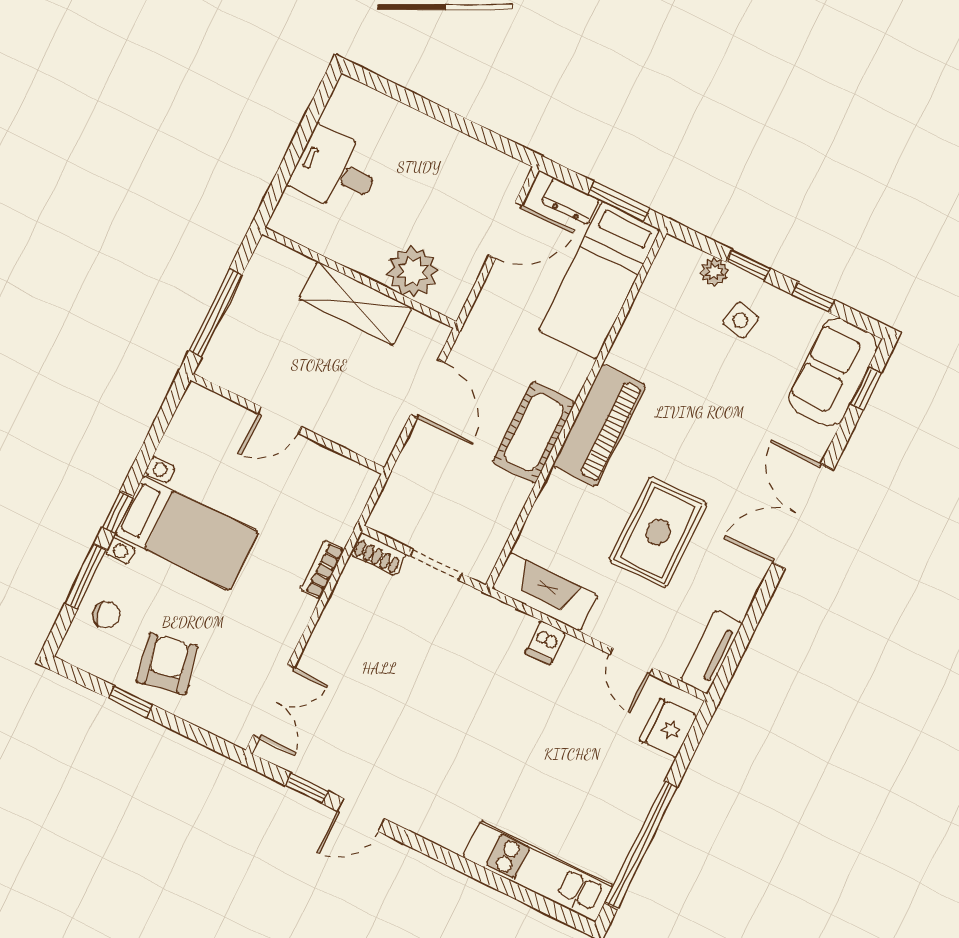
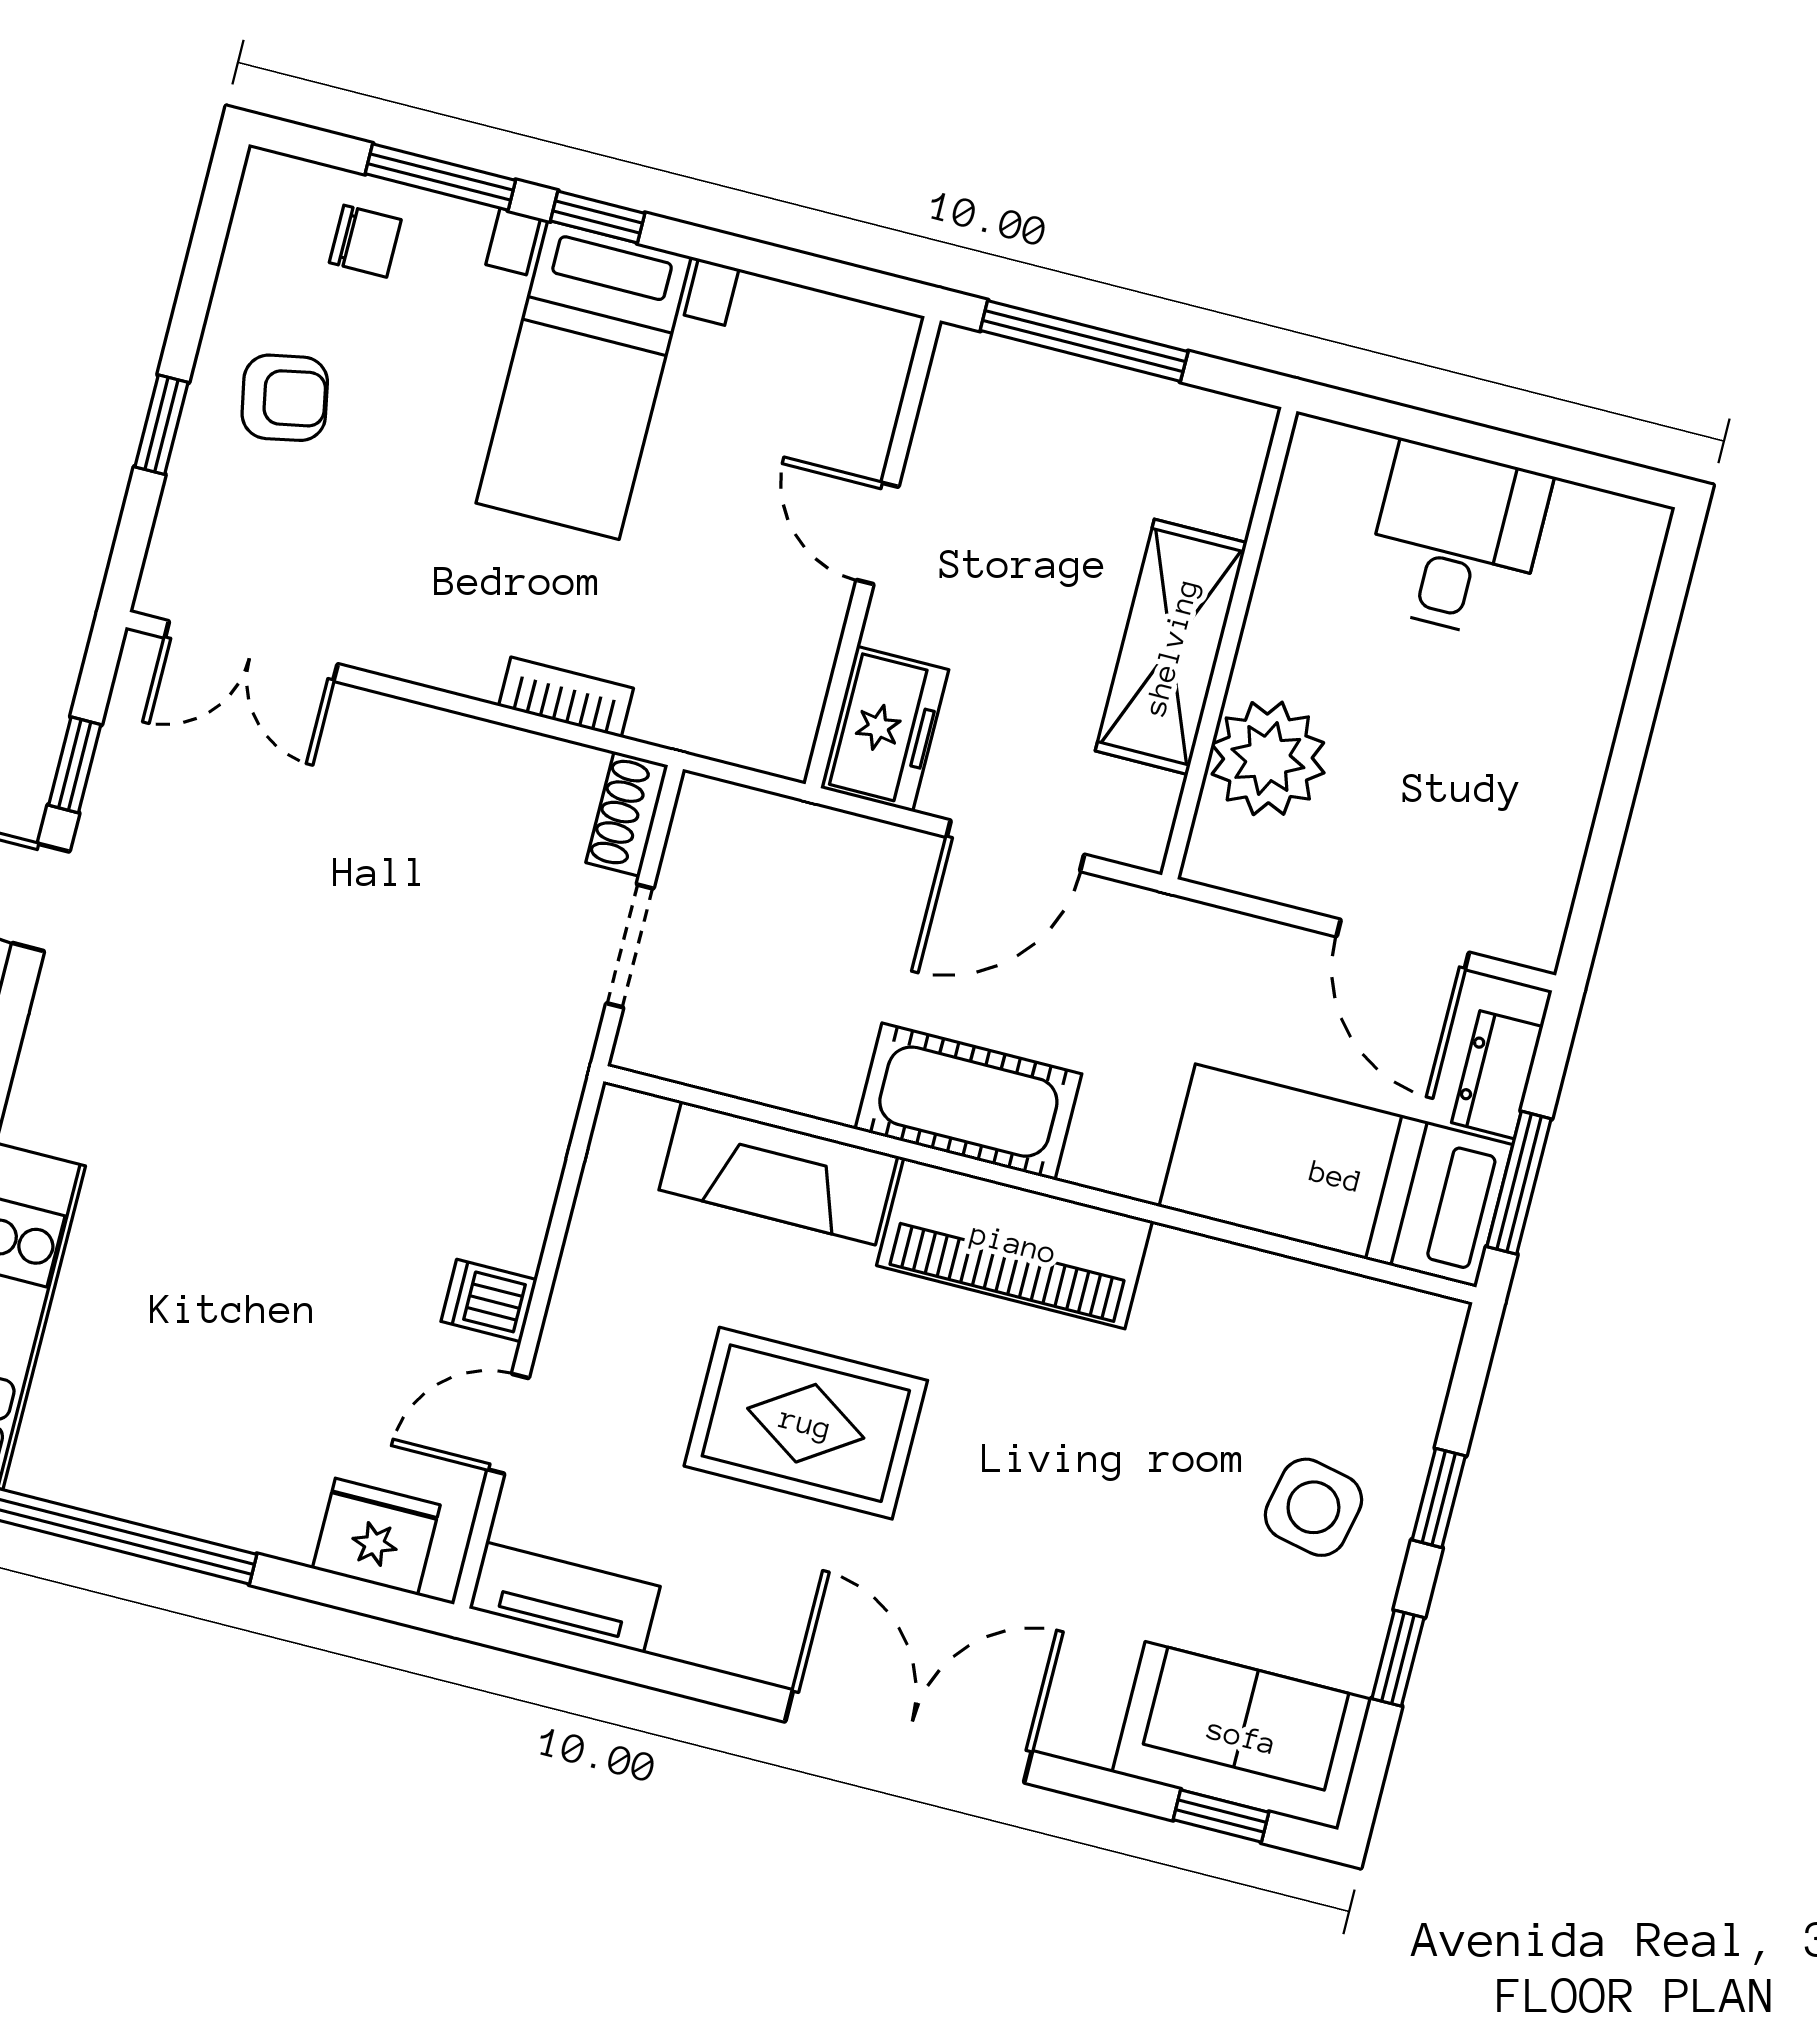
plant: (714, 272) -> (1409, 1427), removed
side table: (741, 320) -> (1313, 1507), width x1.37, depth x1.37
freezer: (365, 435) -> (885, 729), added
fireplace: (545, 592) -> (778, 1173), moved, turned 90
chair: (107, 615) -> (365, 241), turned -74
dishwasher: (545, 643) -> (489, 1301), moved
armchair: (167, 664) -> (285, 398), width x0.72, depth x0.72
window: (130, 702) -> (161, 425), moved

